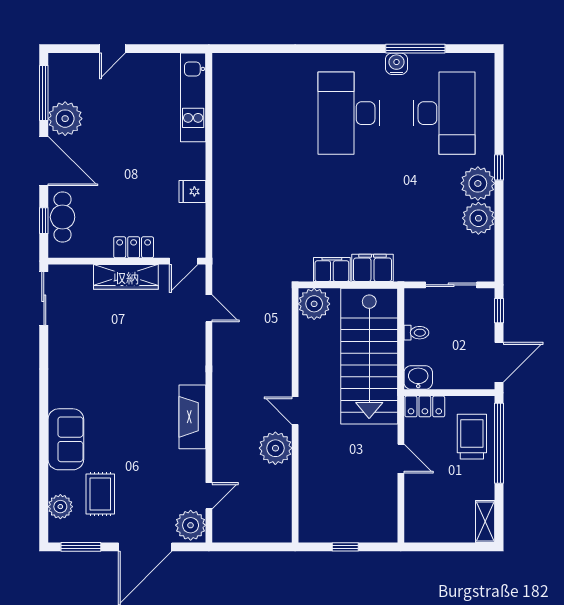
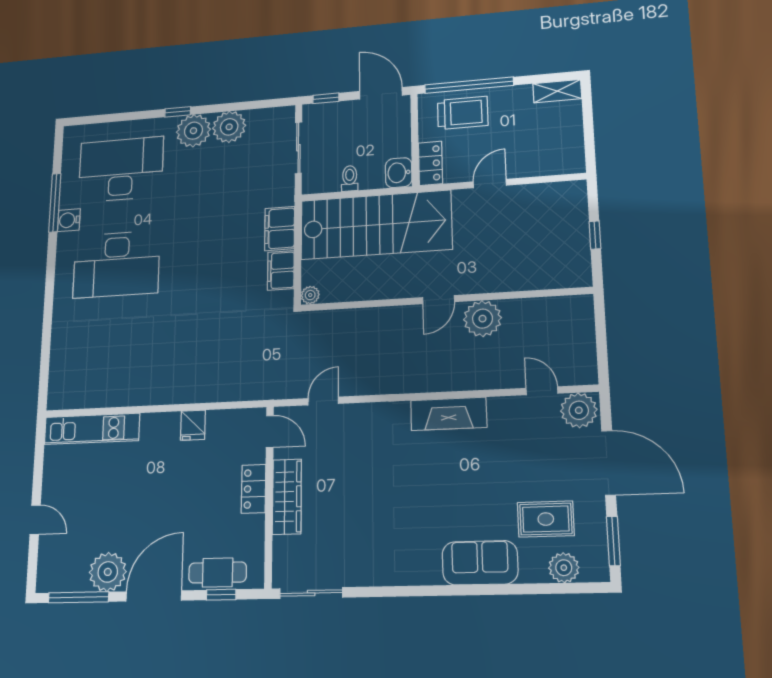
plant: (314, 304) -> (310, 295), width x0.53, depth x0.53
trolley: (472, 437) -> (463, 113), turned 180

